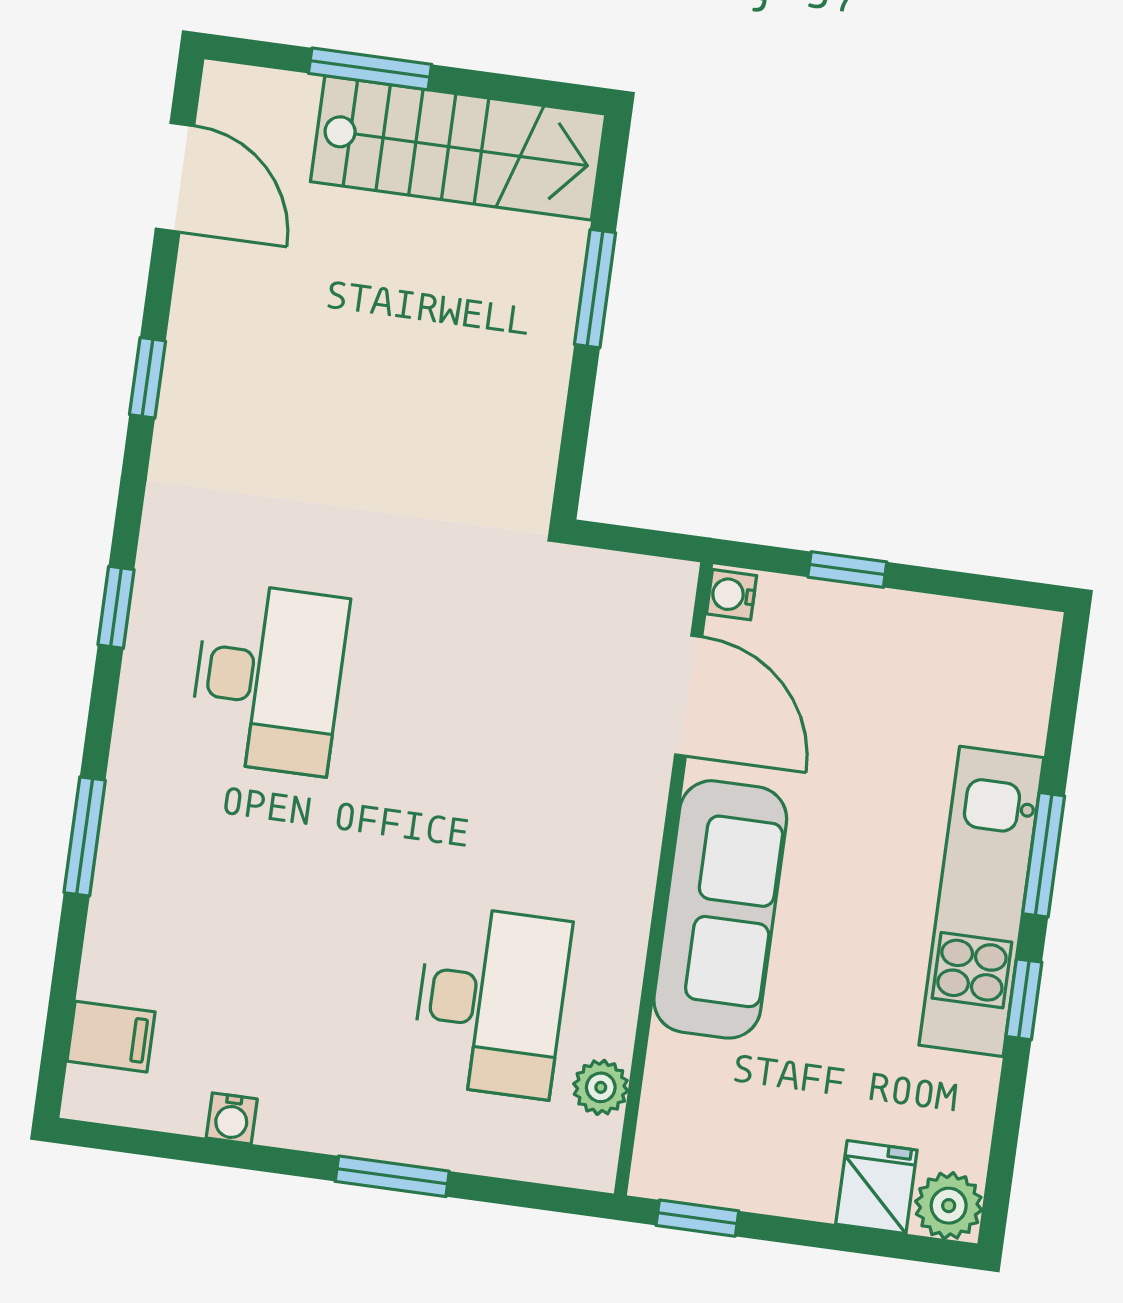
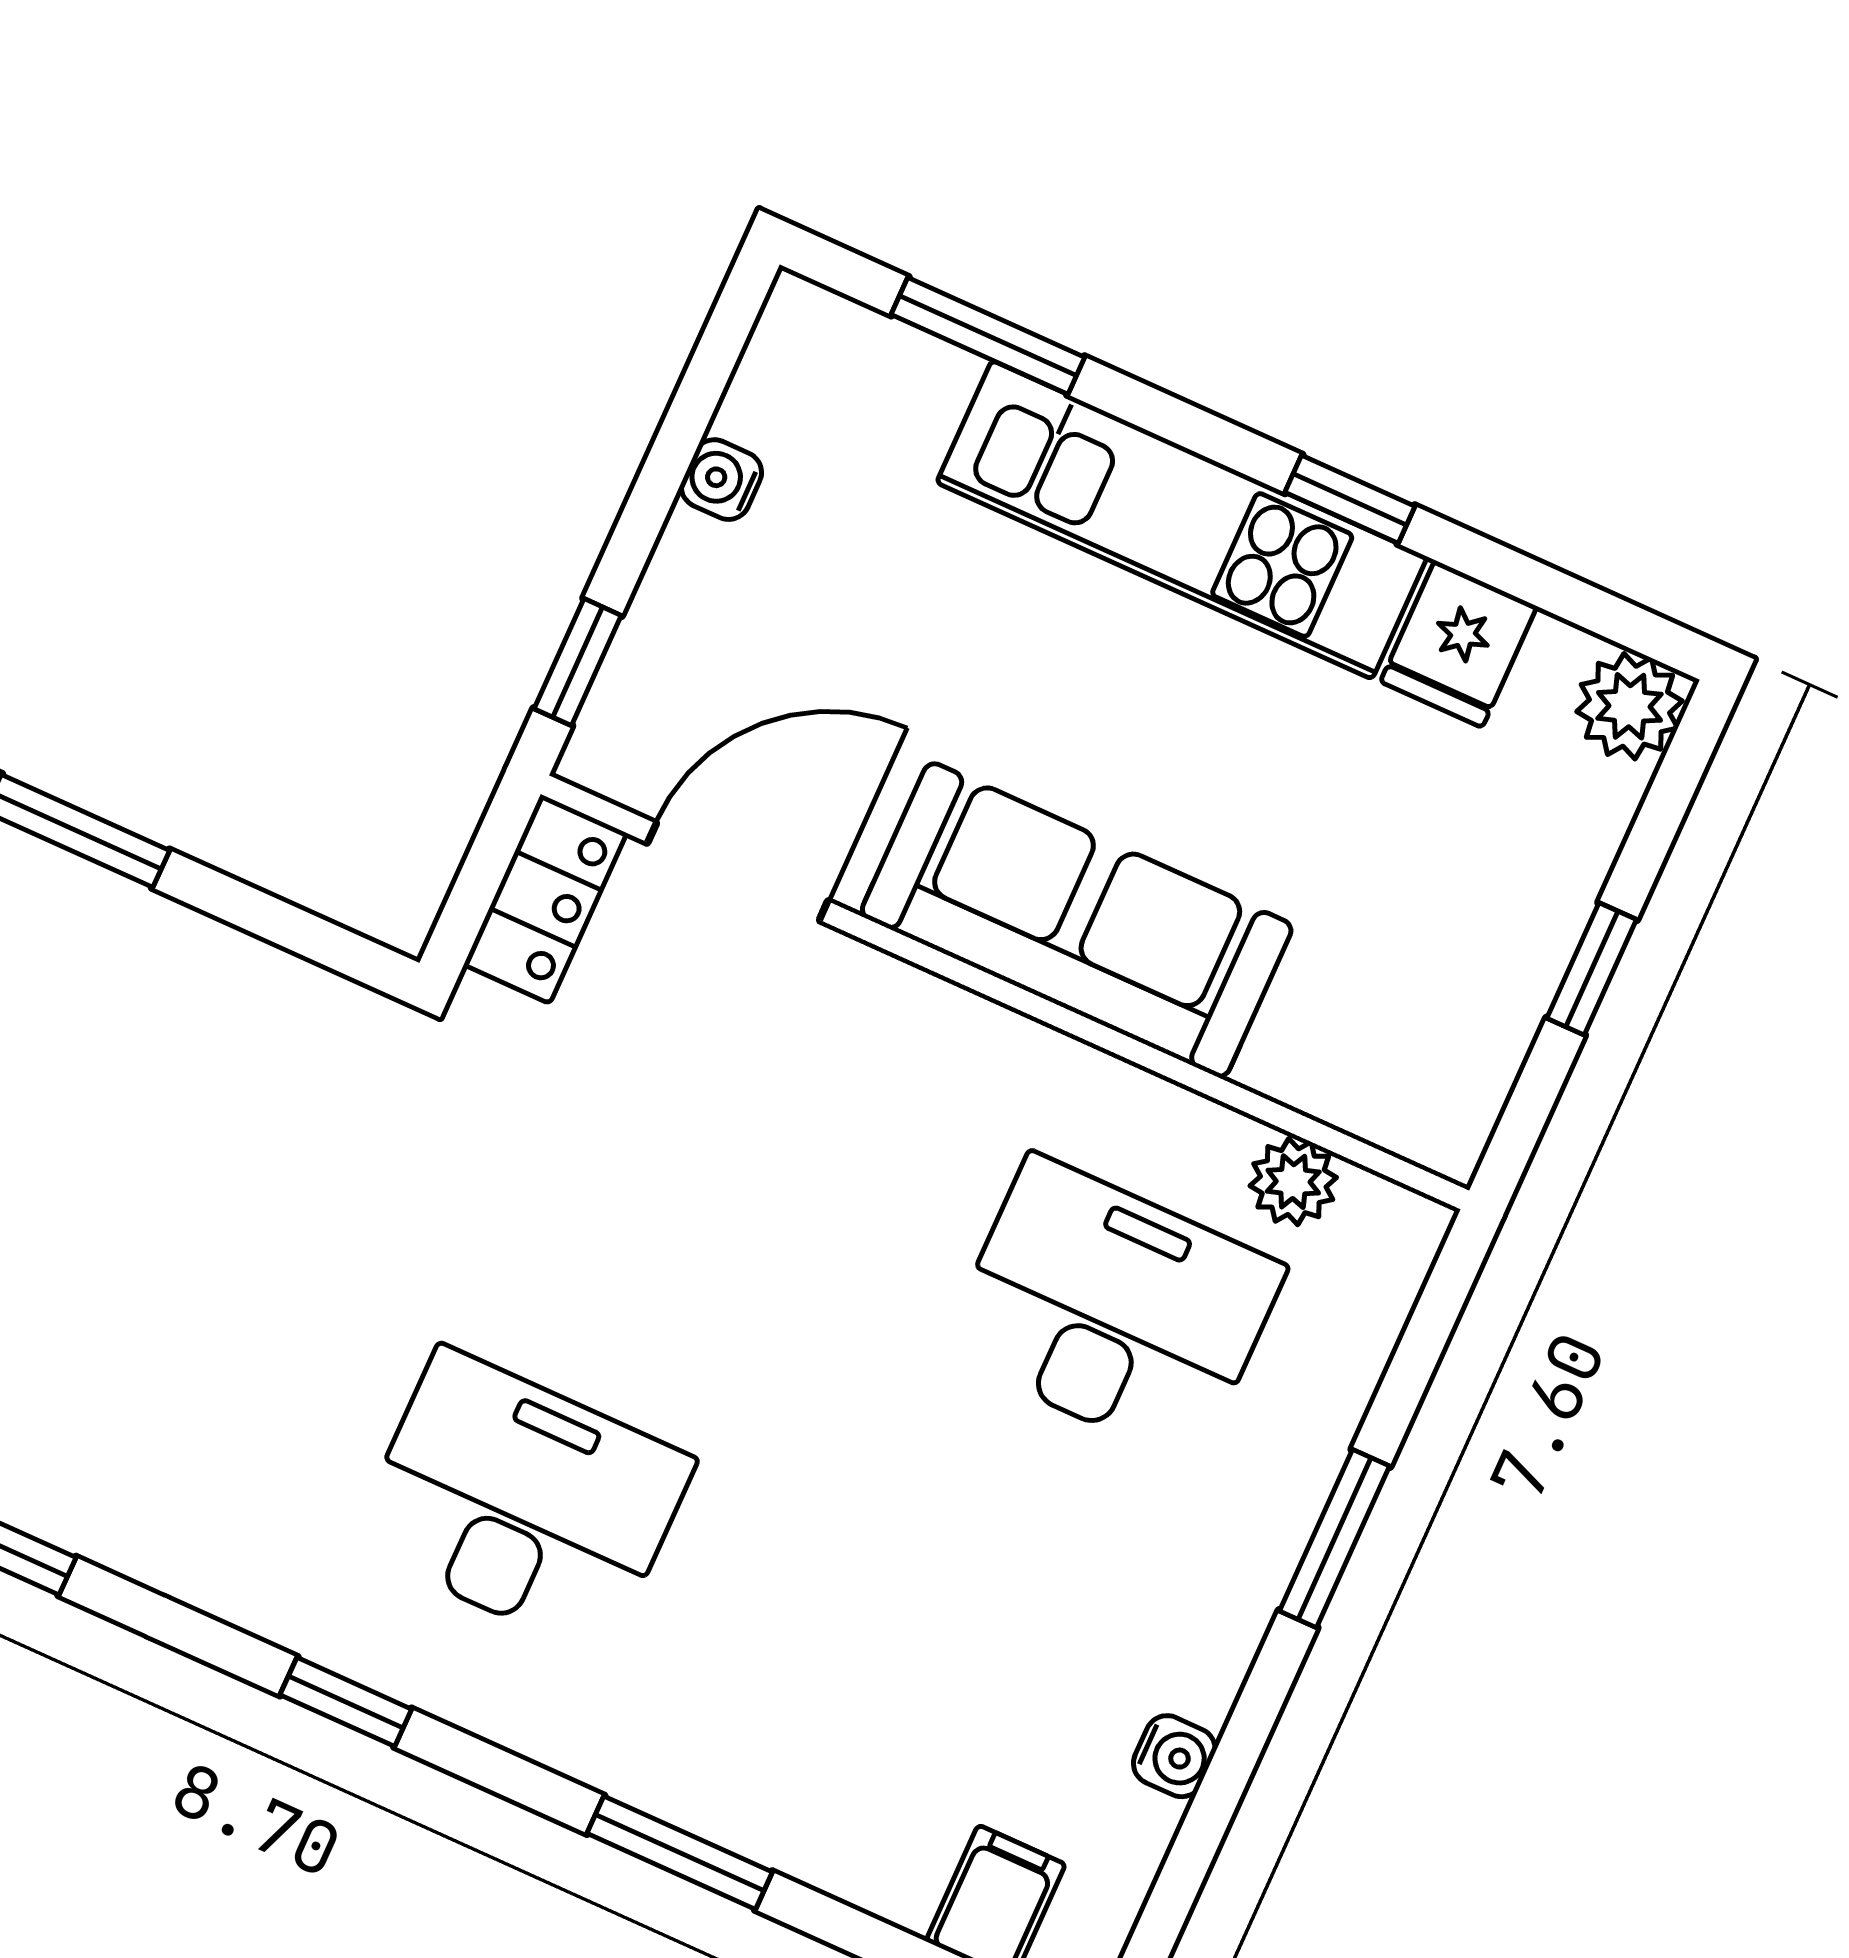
window: (847, 570) -> (578, 662), moved
locker: (638, 584) -> (545, 899), added
water cooler: (732, 595) -> (721, 480), moved, turned 90
window: (1044, 855) -> (988, 336), moved
fridge: (876, 1187) -> (1459, 644), moved, turned -90
window: (697, 1218) -> (1592, 969), moved

